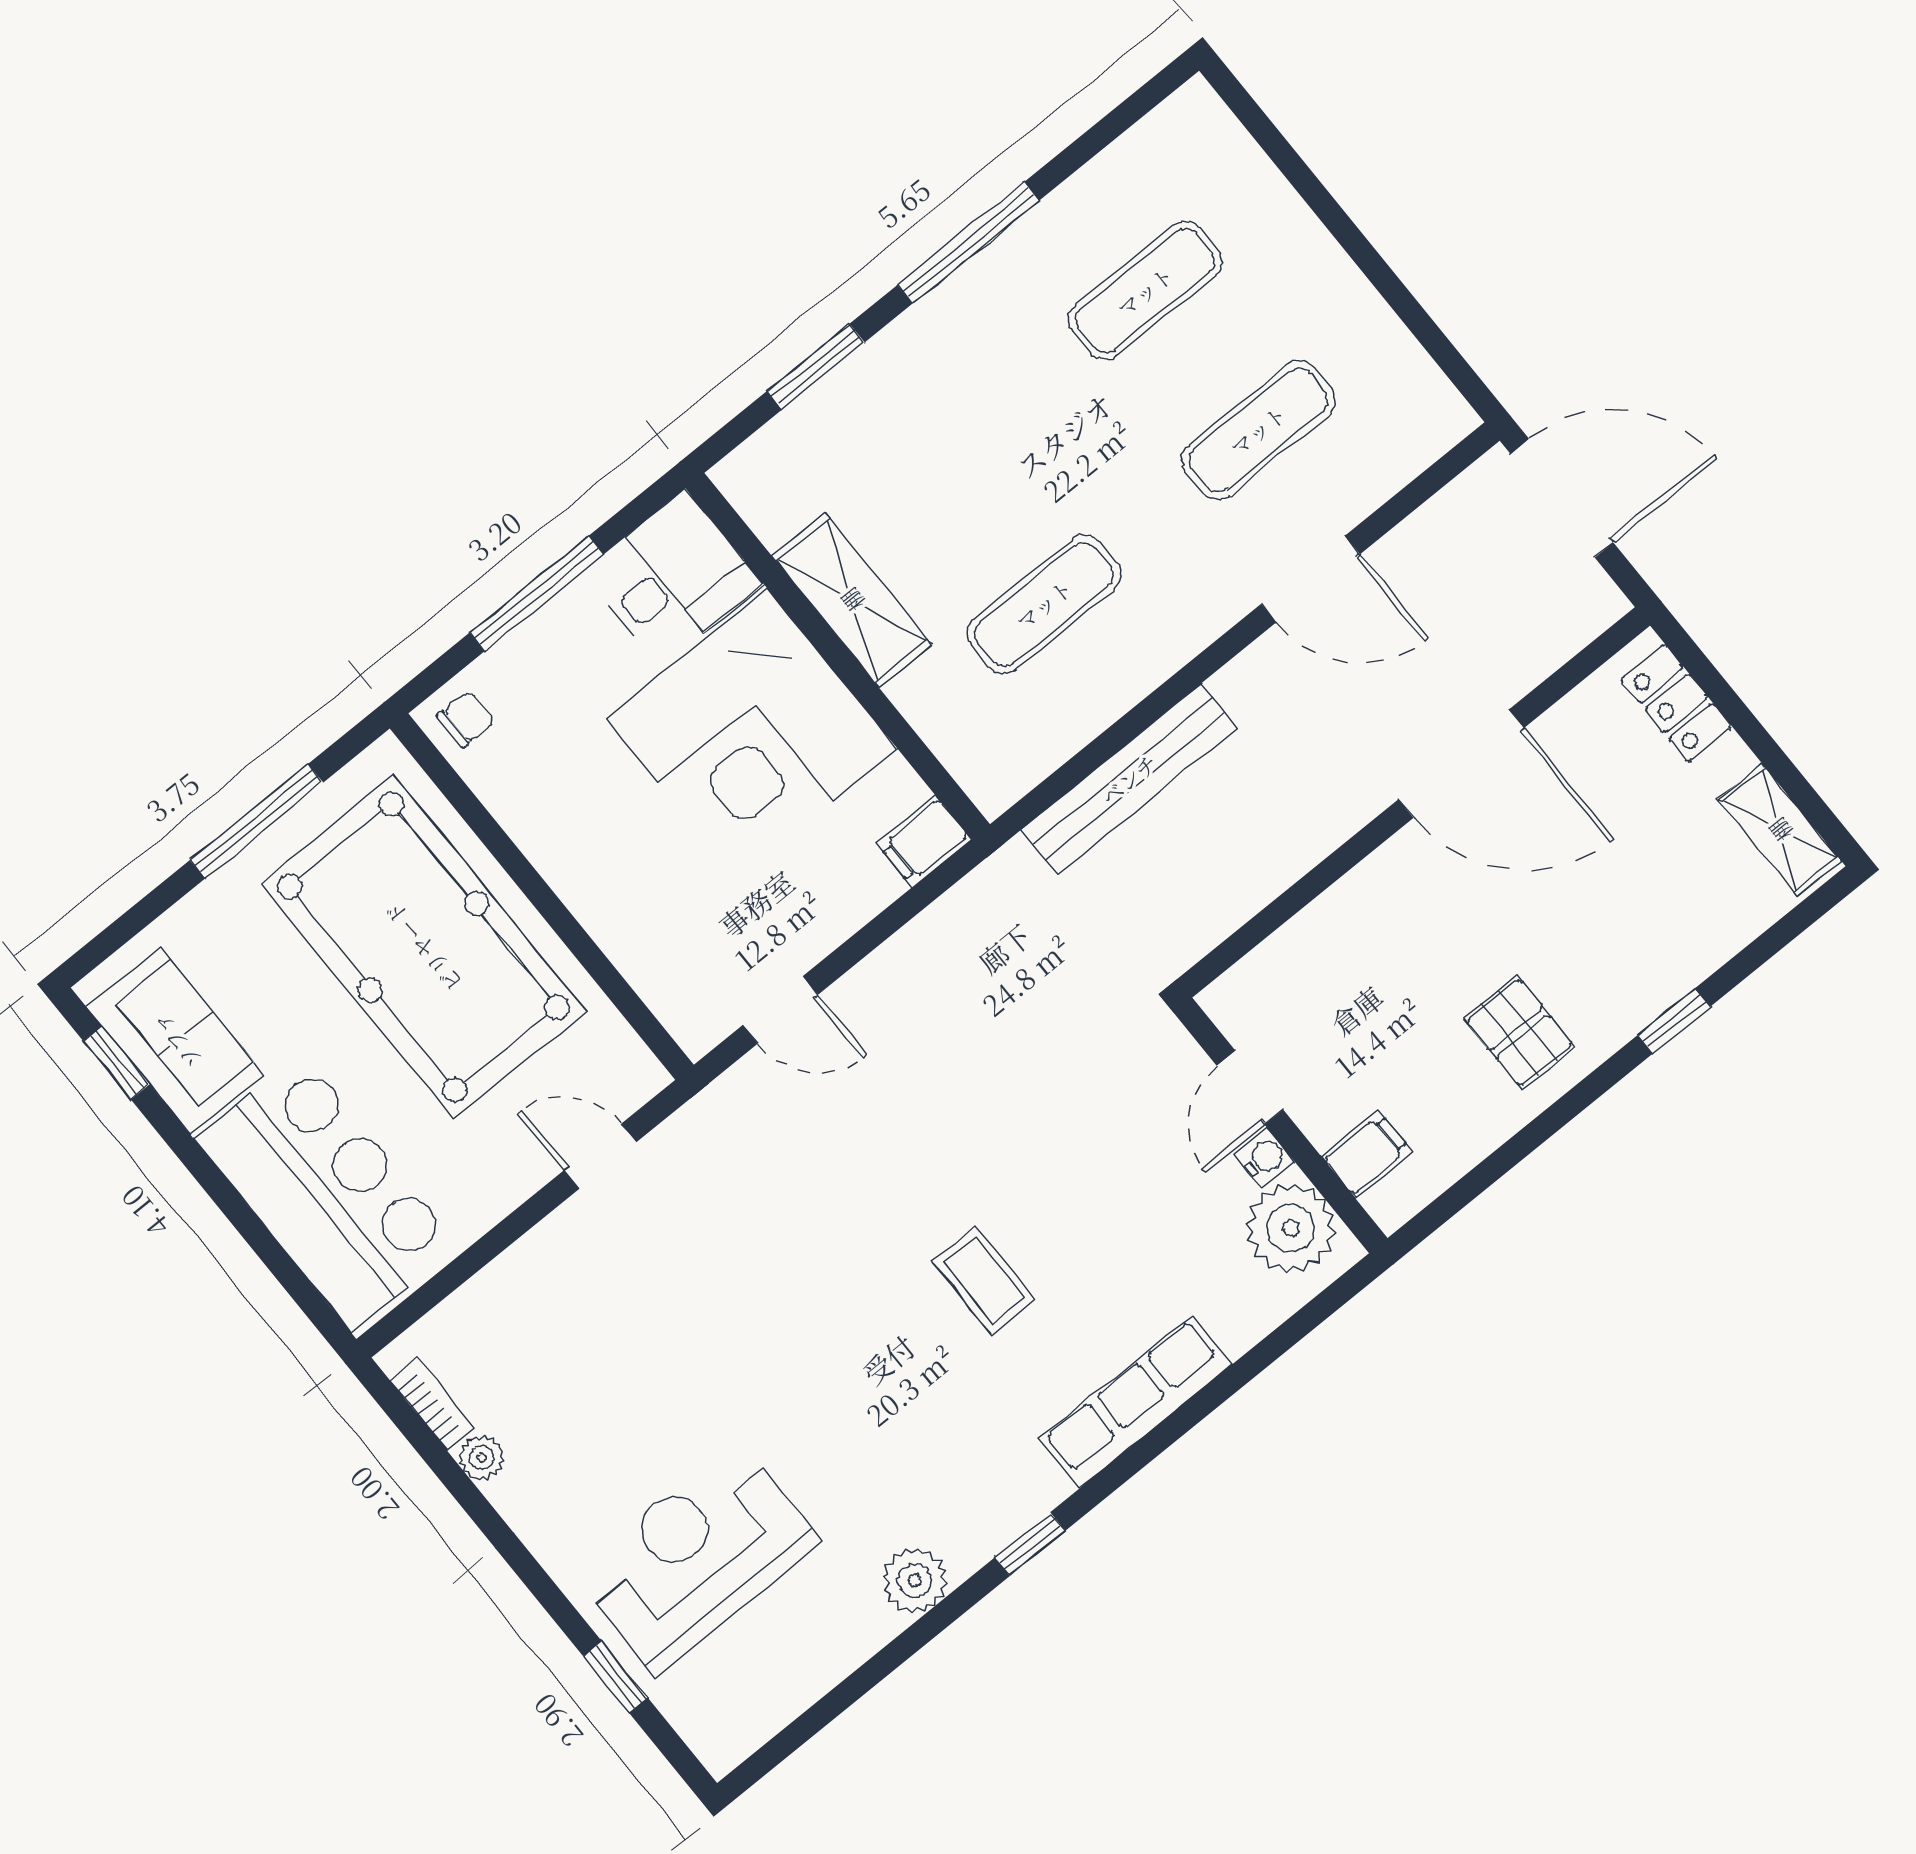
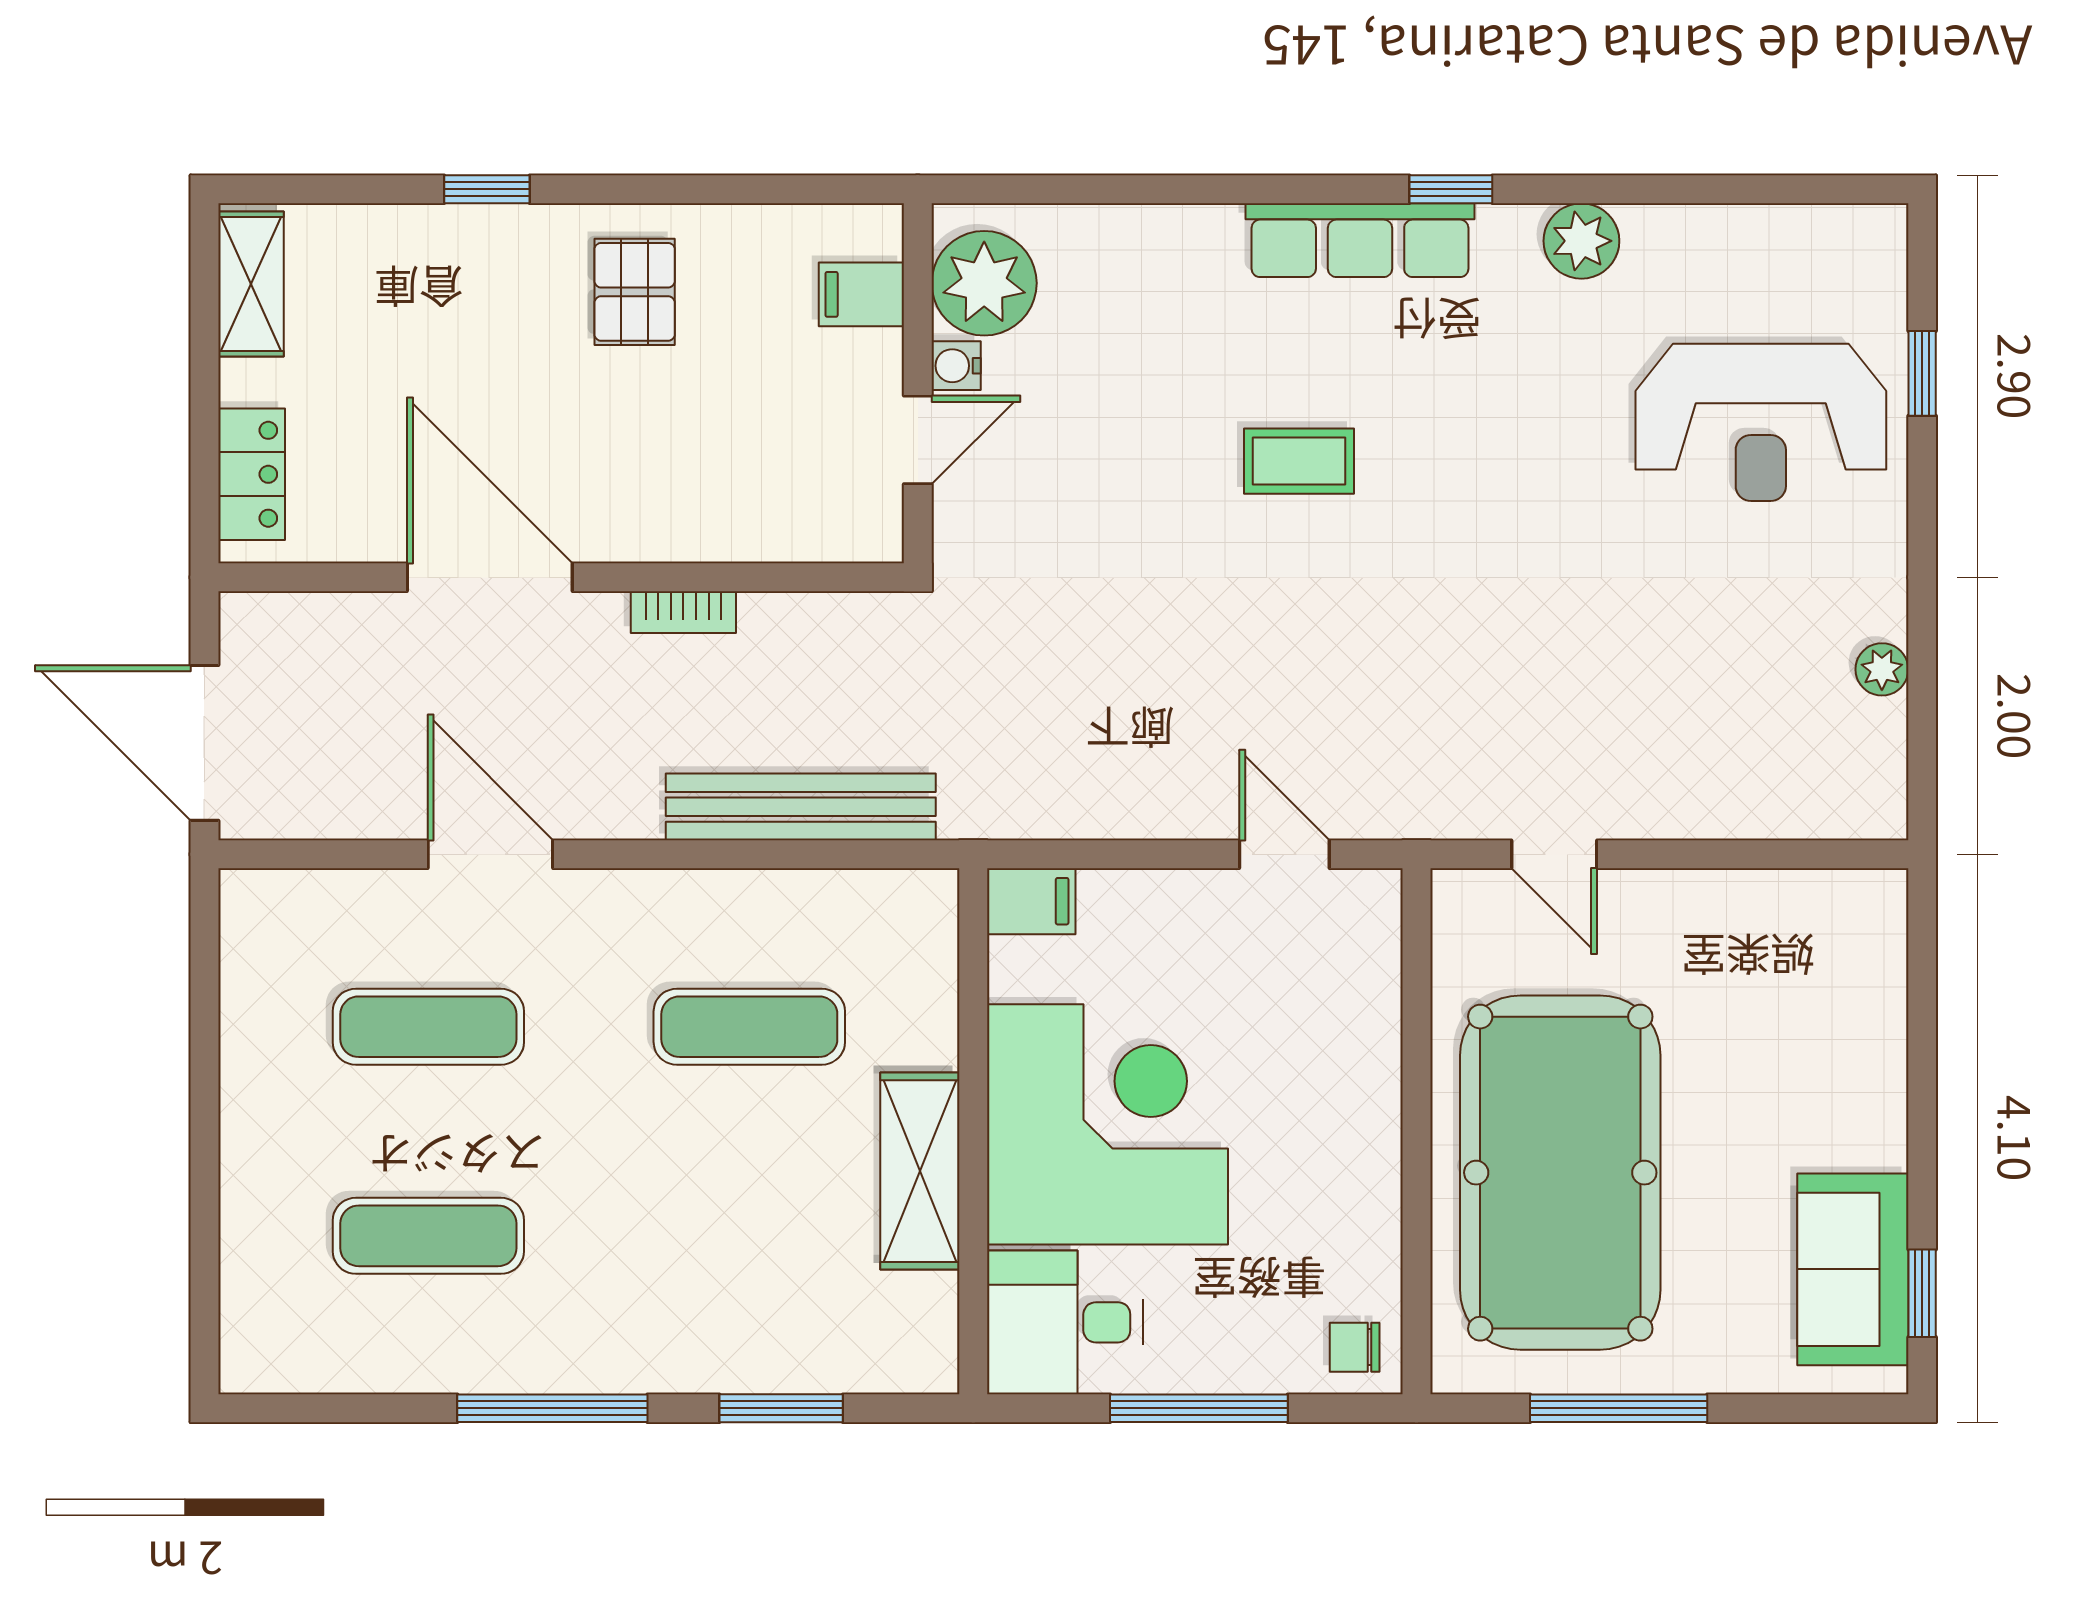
bar counter: (327, 1192) -> (1827, 1022), removed
coffee table: (984, 1280) -> (1299, 461), turned 90
row of seats: (1136, 1402) -> (1360, 240), moved
bookcase: (432, 1404) -> (683, 612), moved, turned -90

